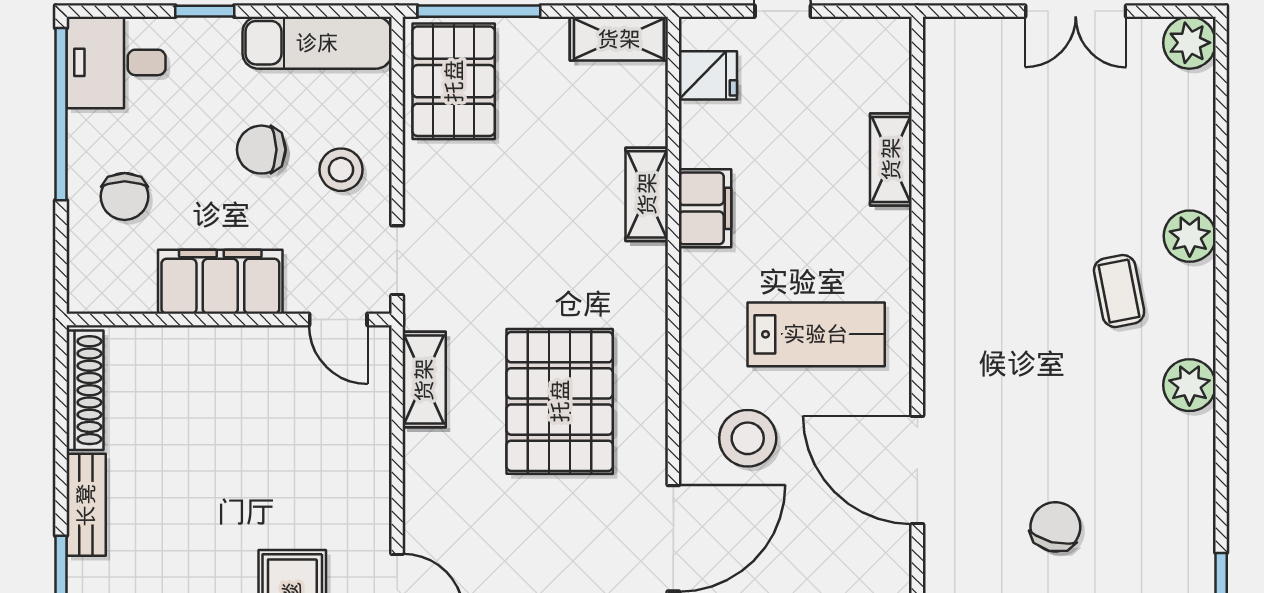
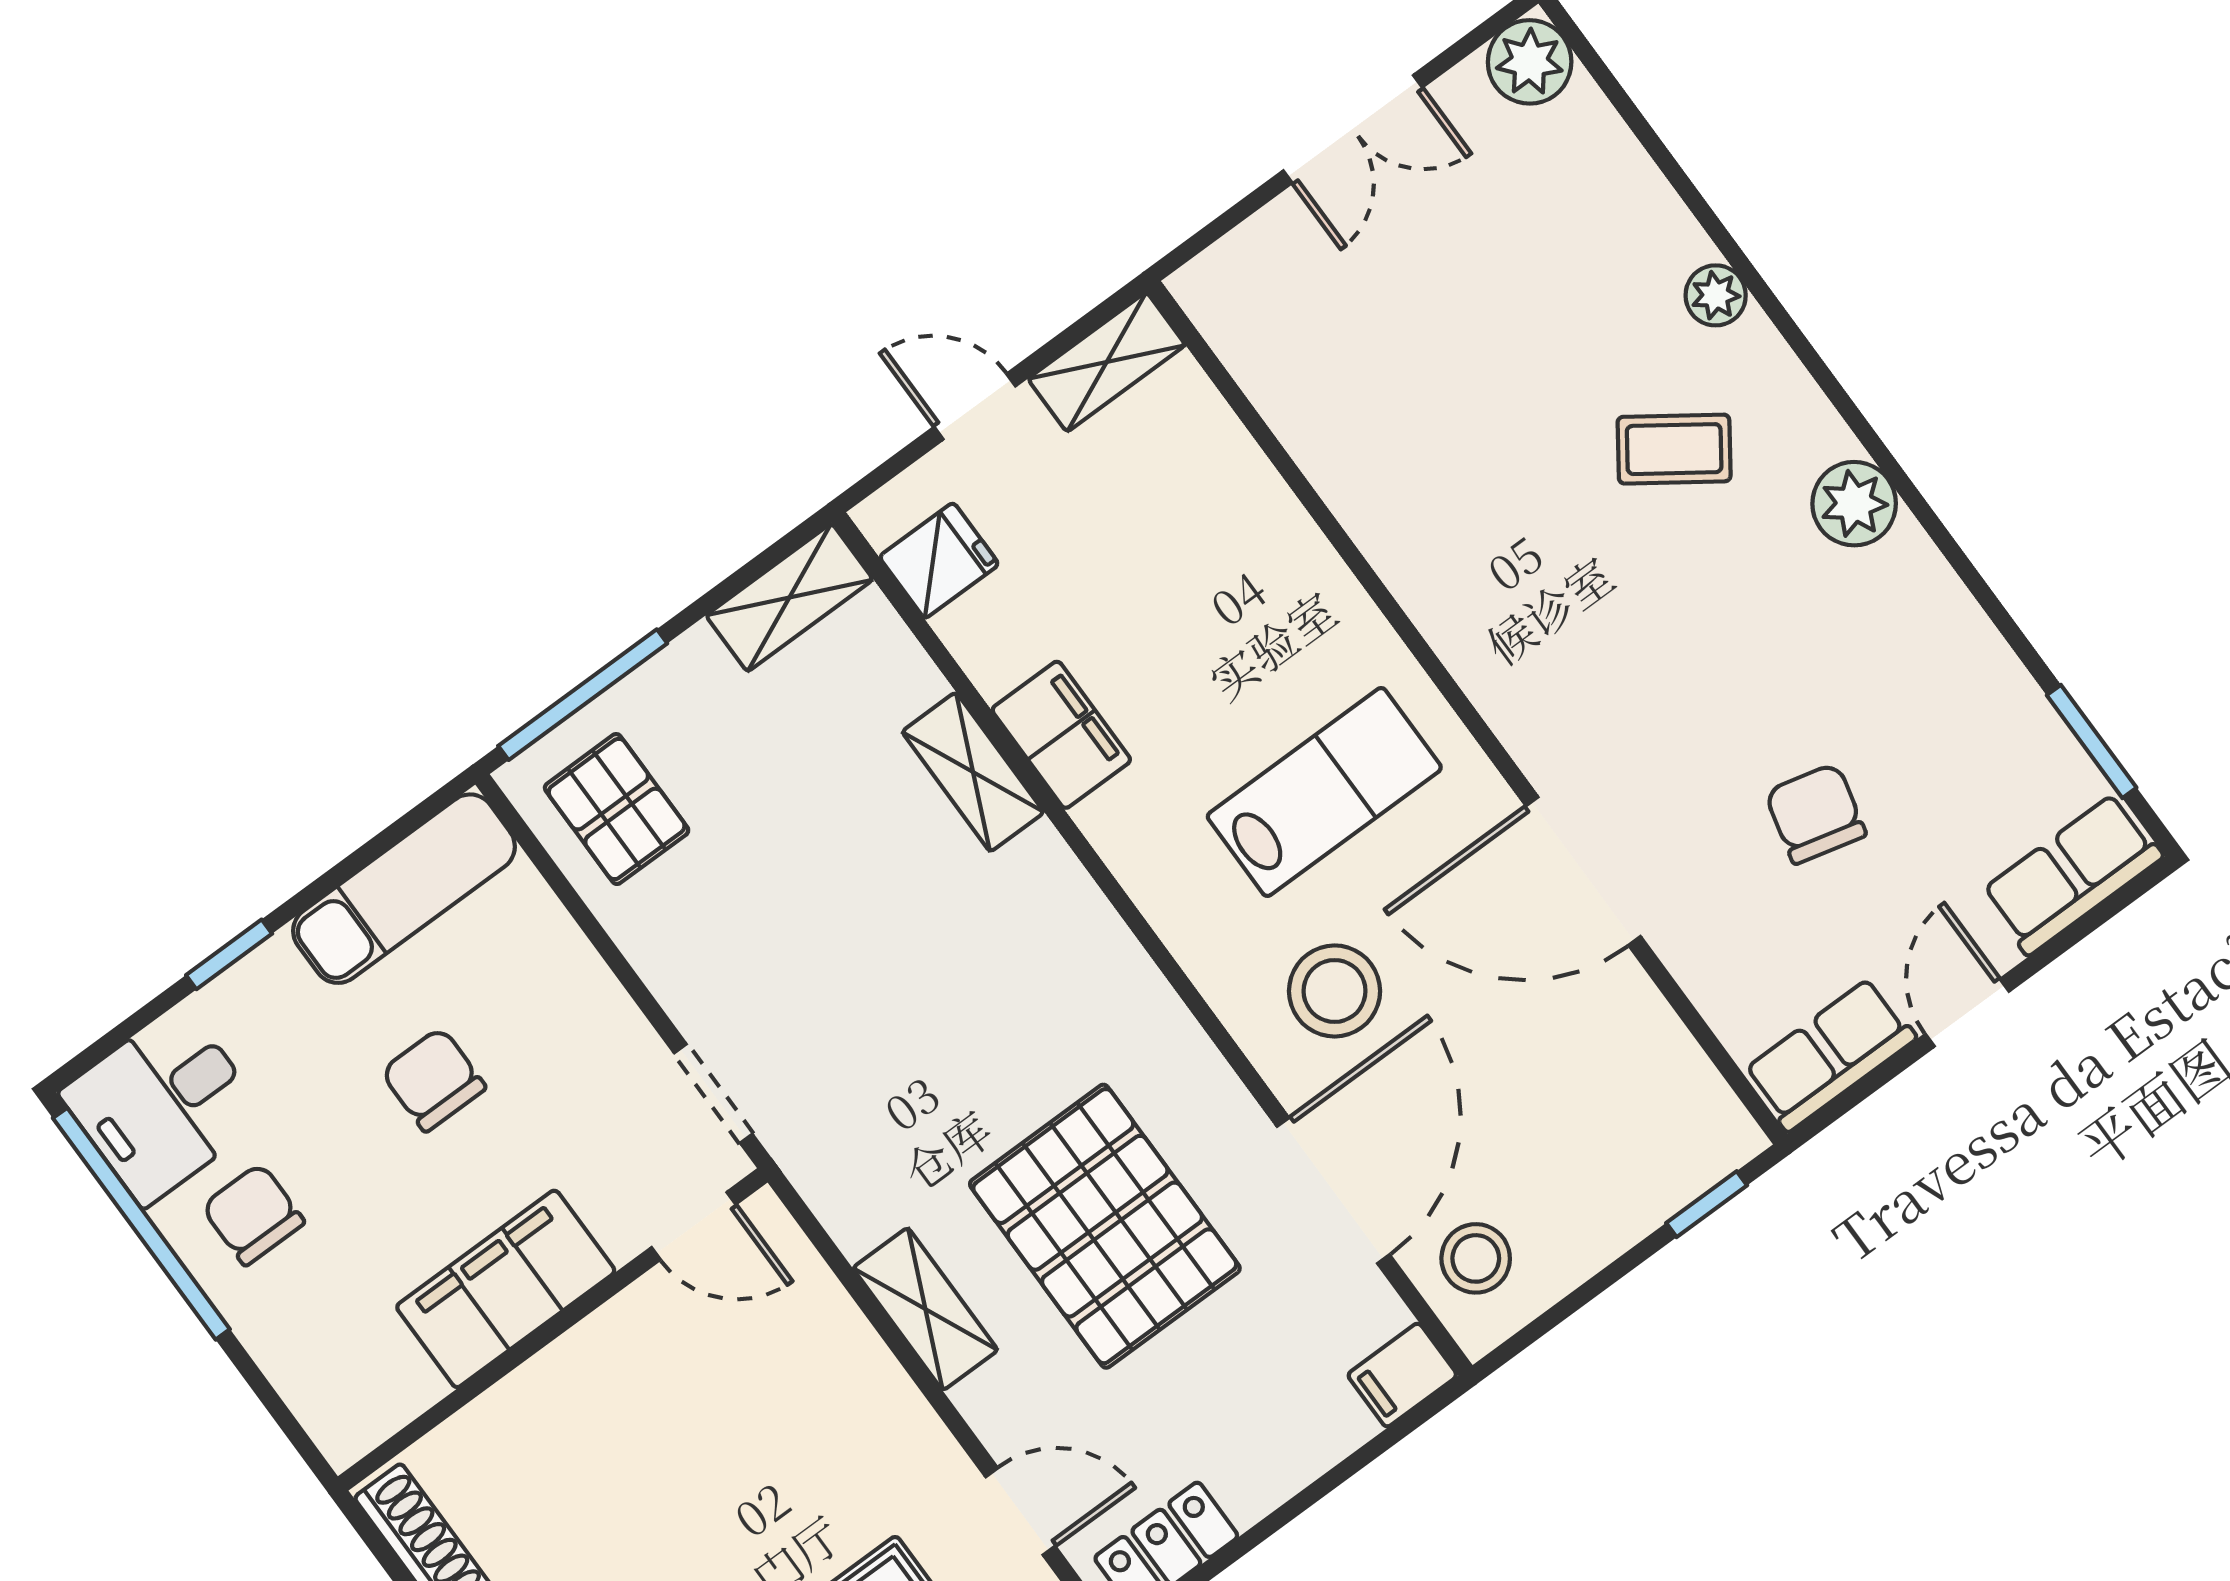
pallet: (454, 81) -> (617, 809), width x0.67, depth x0.71
chair: (261, 150) -> (433, 1080), turned 90
shelving: (891, 159) -> (1107, 362), moved, turned 90
stool: (341, 170) -> (555, 1030), removed
chair: (125, 196) -> (253, 1214), moved, turned 180
plant: (1190, 236) -> (1716, 295), width x0.73, depth x0.73
coffee table: (1119, 291) -> (1674, 449), turned -44
shelving: (424, 380) -> (925, 1309), moved
pallet: (560, 401) -> (1105, 1226), moved

